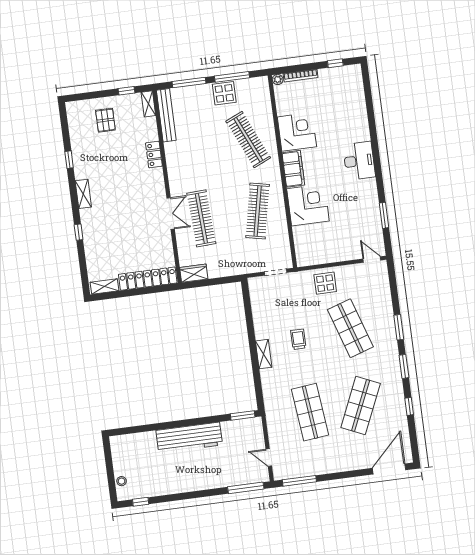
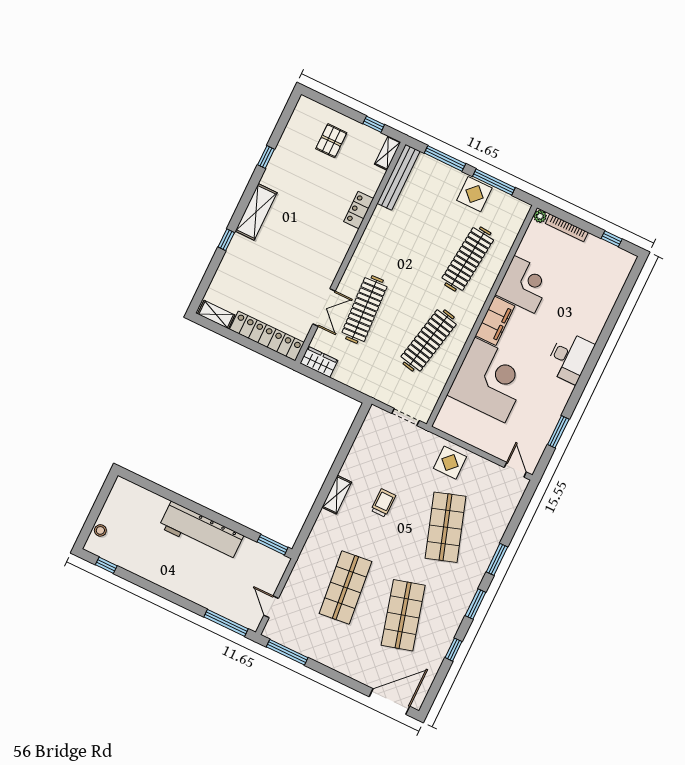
clothes rail: (248, 140) -> (468, 259), turned 30
shelving: (83, 194) -> (256, 212), width x1.50, depth x1.33
corner desk: (308, 205) -> (490, 380), width x1.36, depth x1.36
double door: (171, 214) -> (324, 307), moved
shop shelf: (361, 406) -> (403, 615), turned -39

